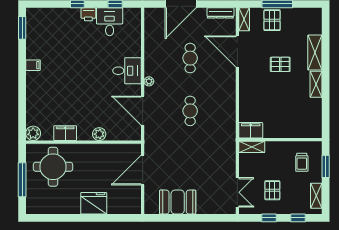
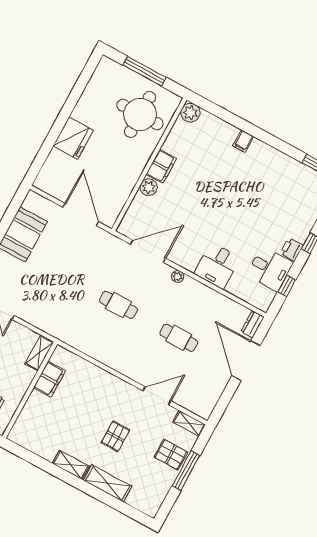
dresser: (220, 13) -> (253, 324), moved, width x0.70
door: (237, 51) -> (157, 396), width x0.73
filing cabinet: (33, 65) -> (243, 141), moved
desk: (127, 71) -> (217, 266), moved
filing cabinet: (251, 130) -> (49, 379), moved
filing cabinet: (65, 133) -> (161, 166), moved

